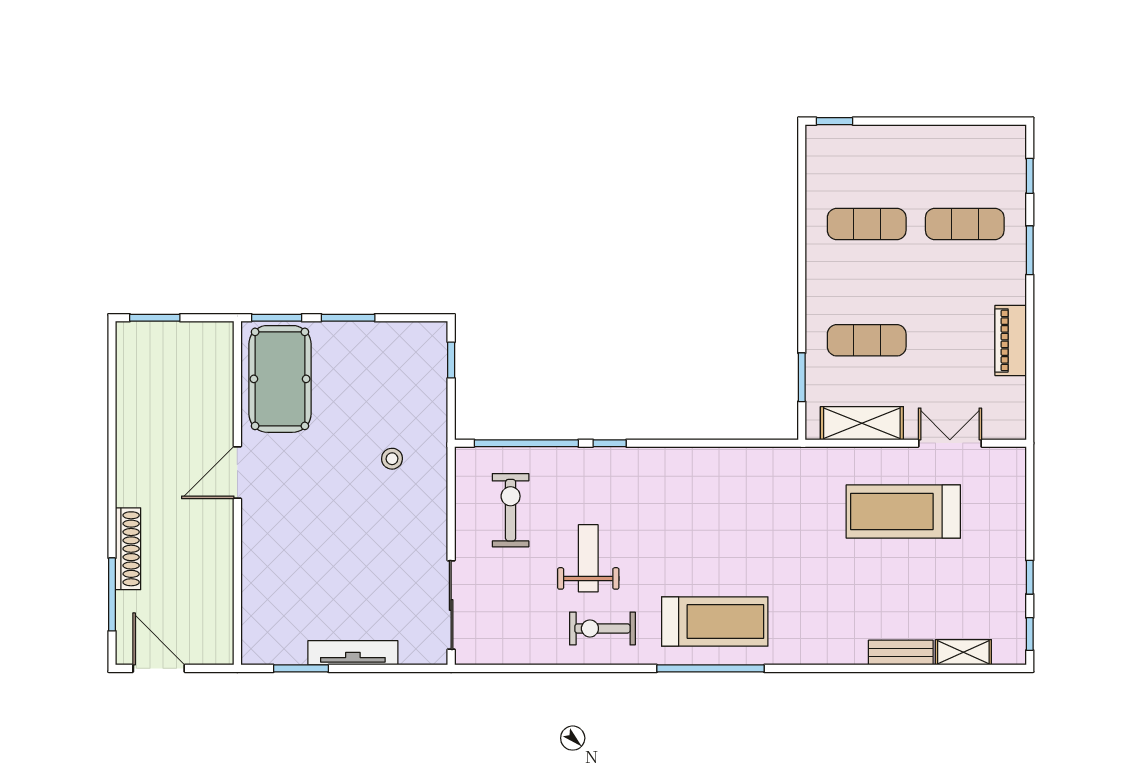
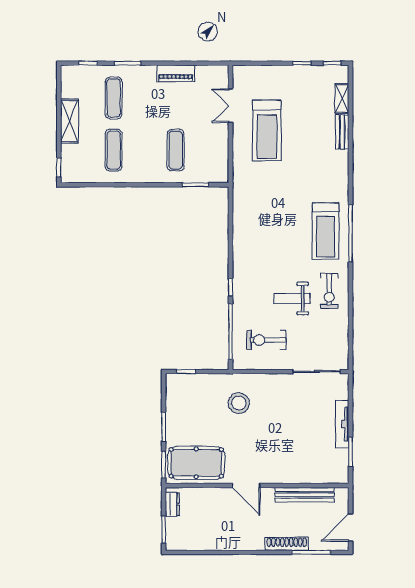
dresser: (202, 334) -> (172, 504), added
shelving: (862, 423) -> (70, 121), moved
stool: (392, 459) -> (239, 403), width x1.89, depth x1.89
bench: (220, 582) -> (305, 495), added
treadmill: (715, 622) -> (326, 231), turned 180

